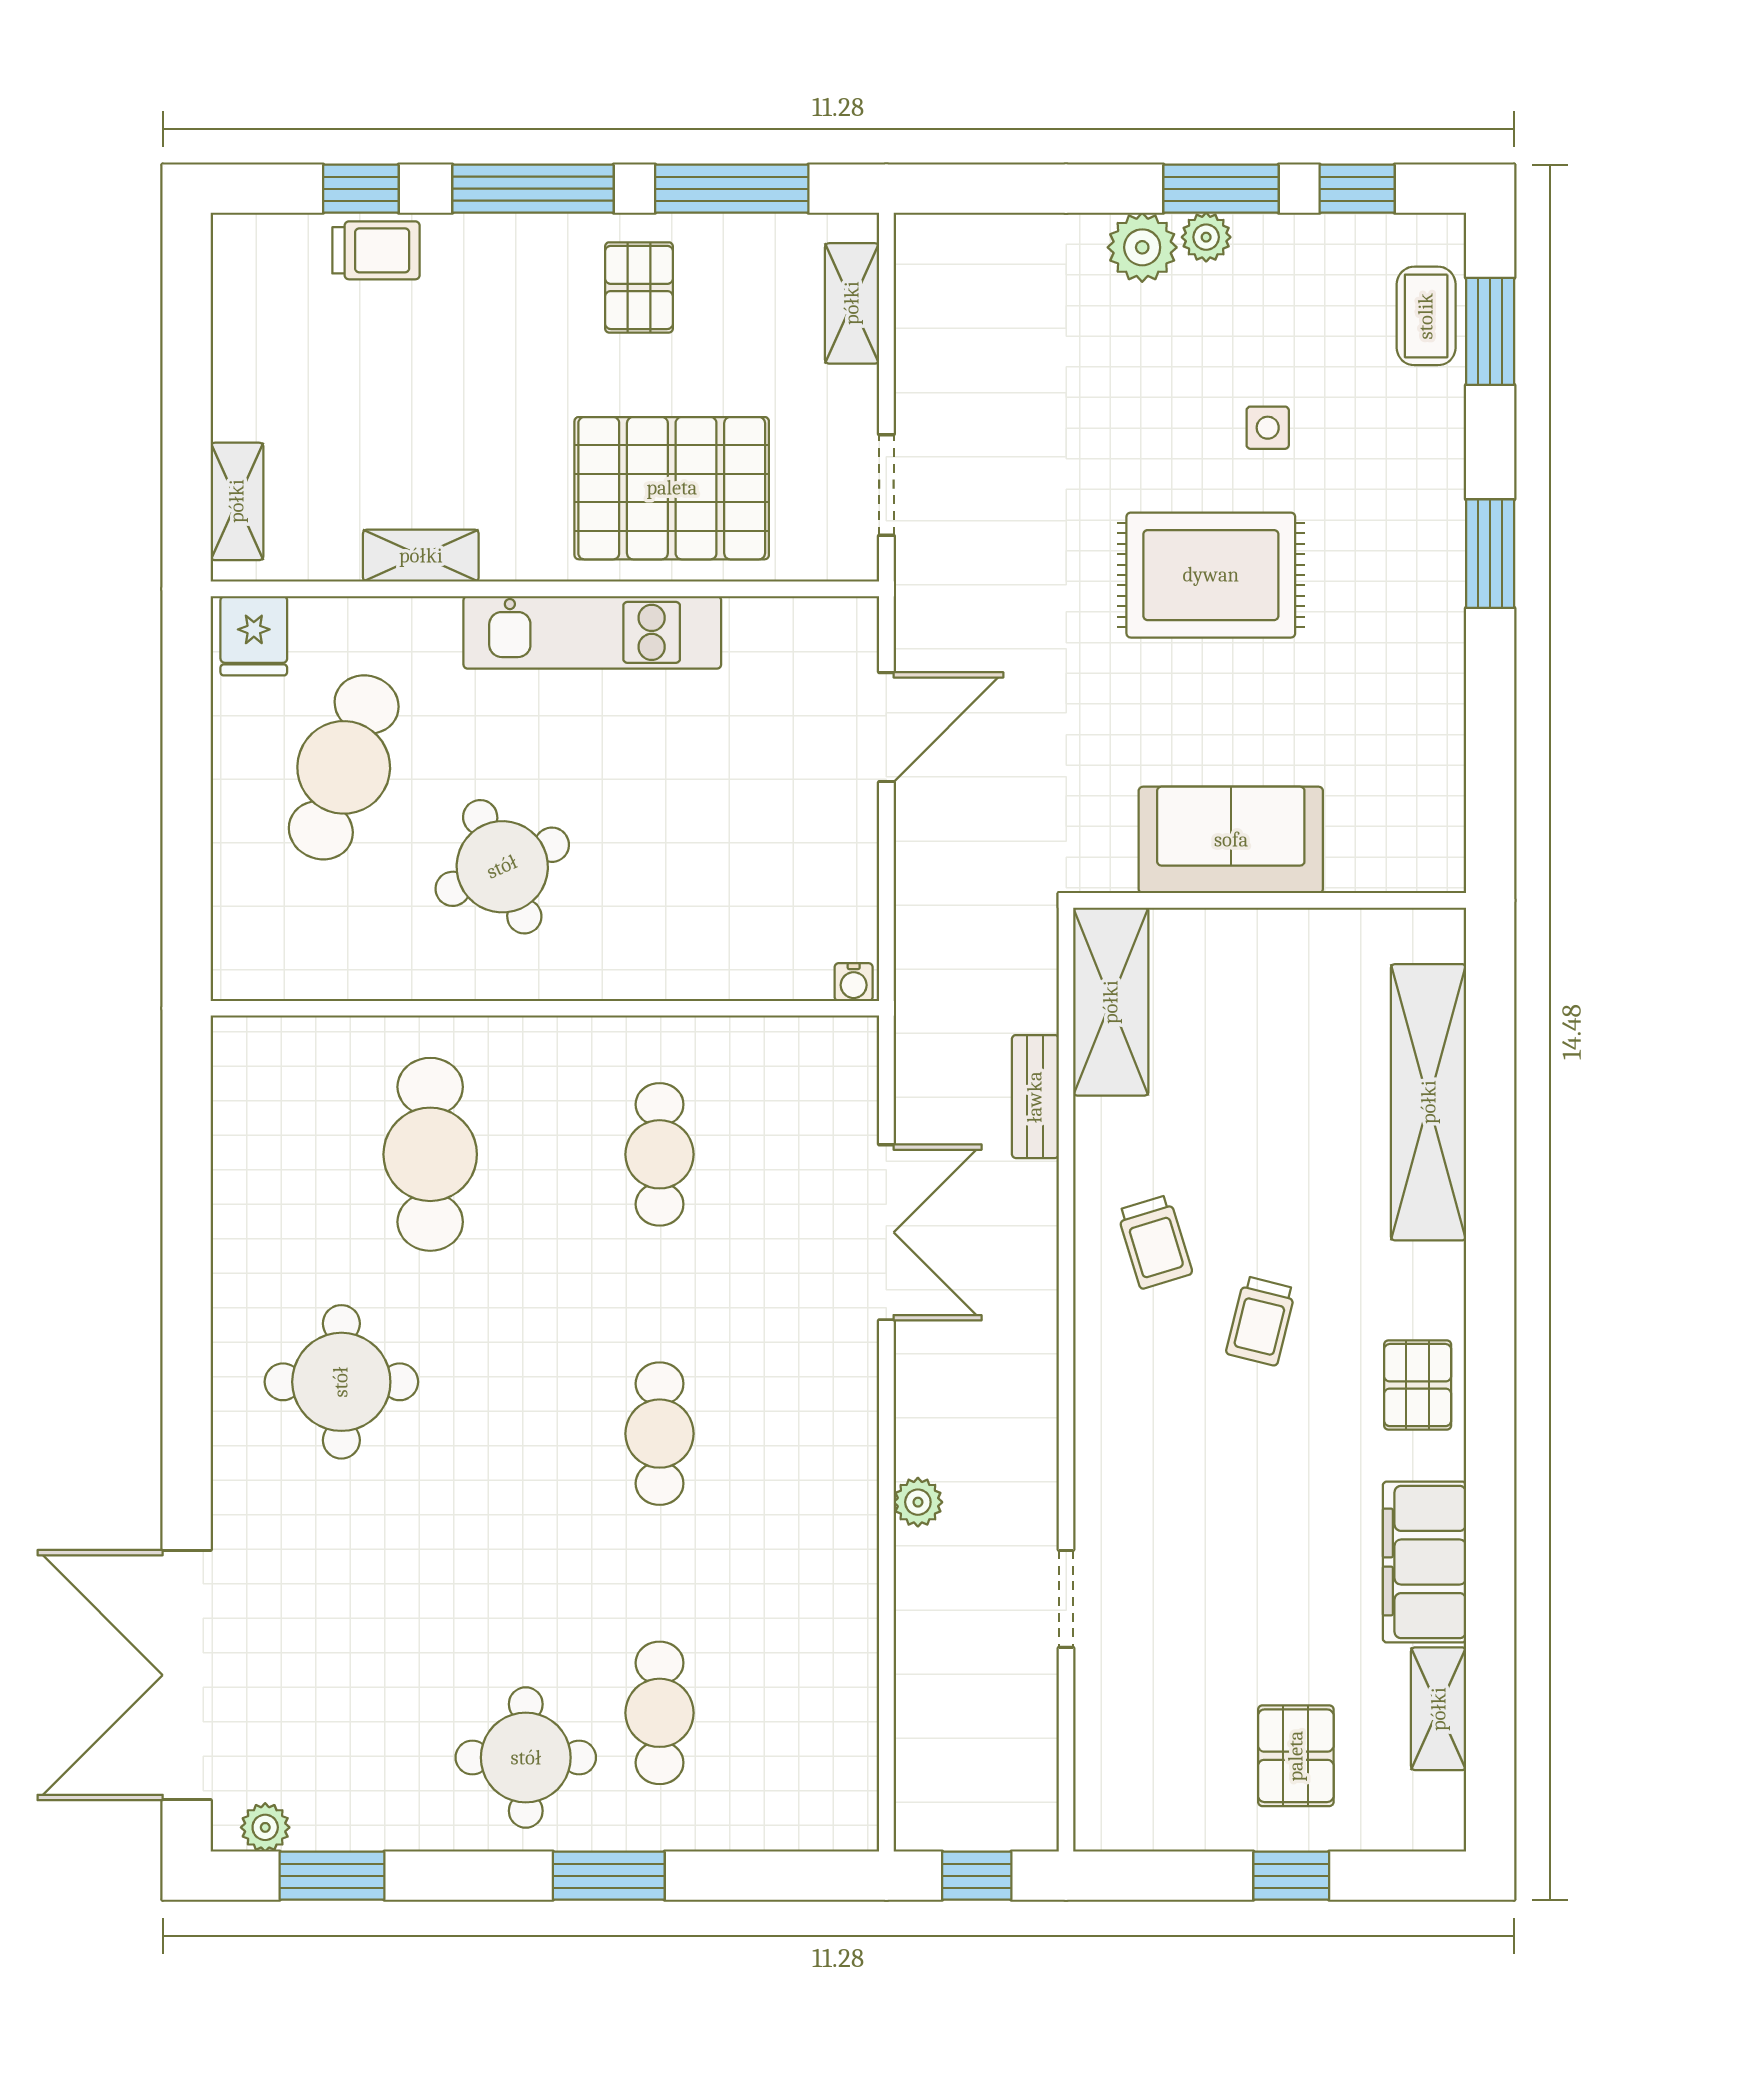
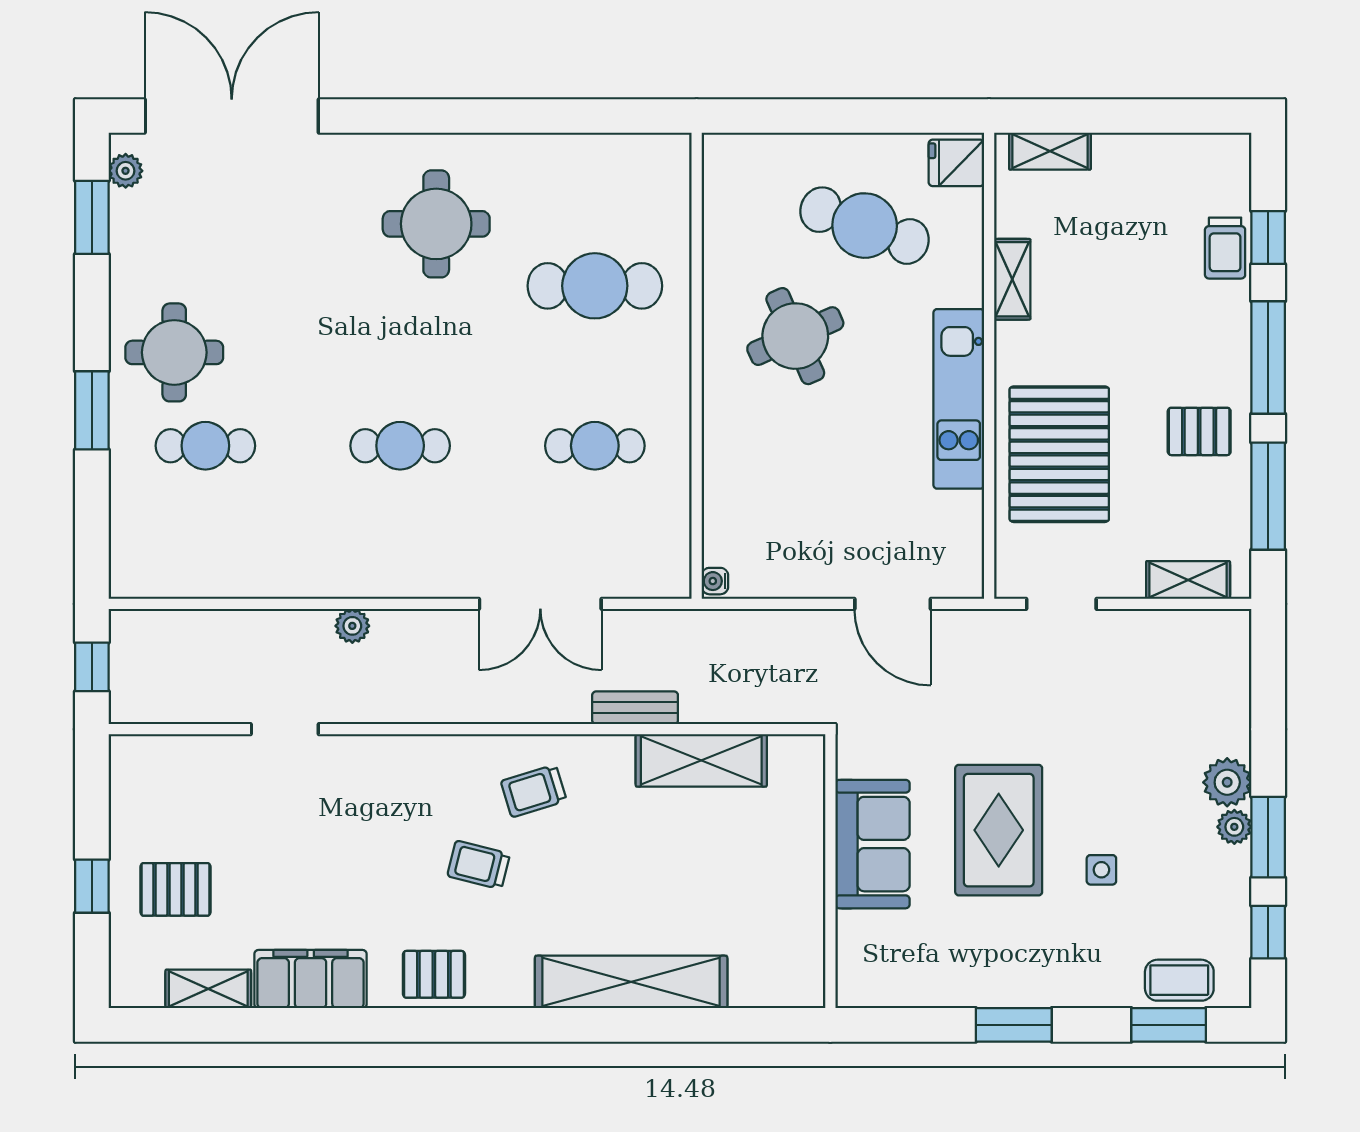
sofa: (1231, 840) -> (872, 844), moved
wall: (1270, 900) -> (830, 871), moved

